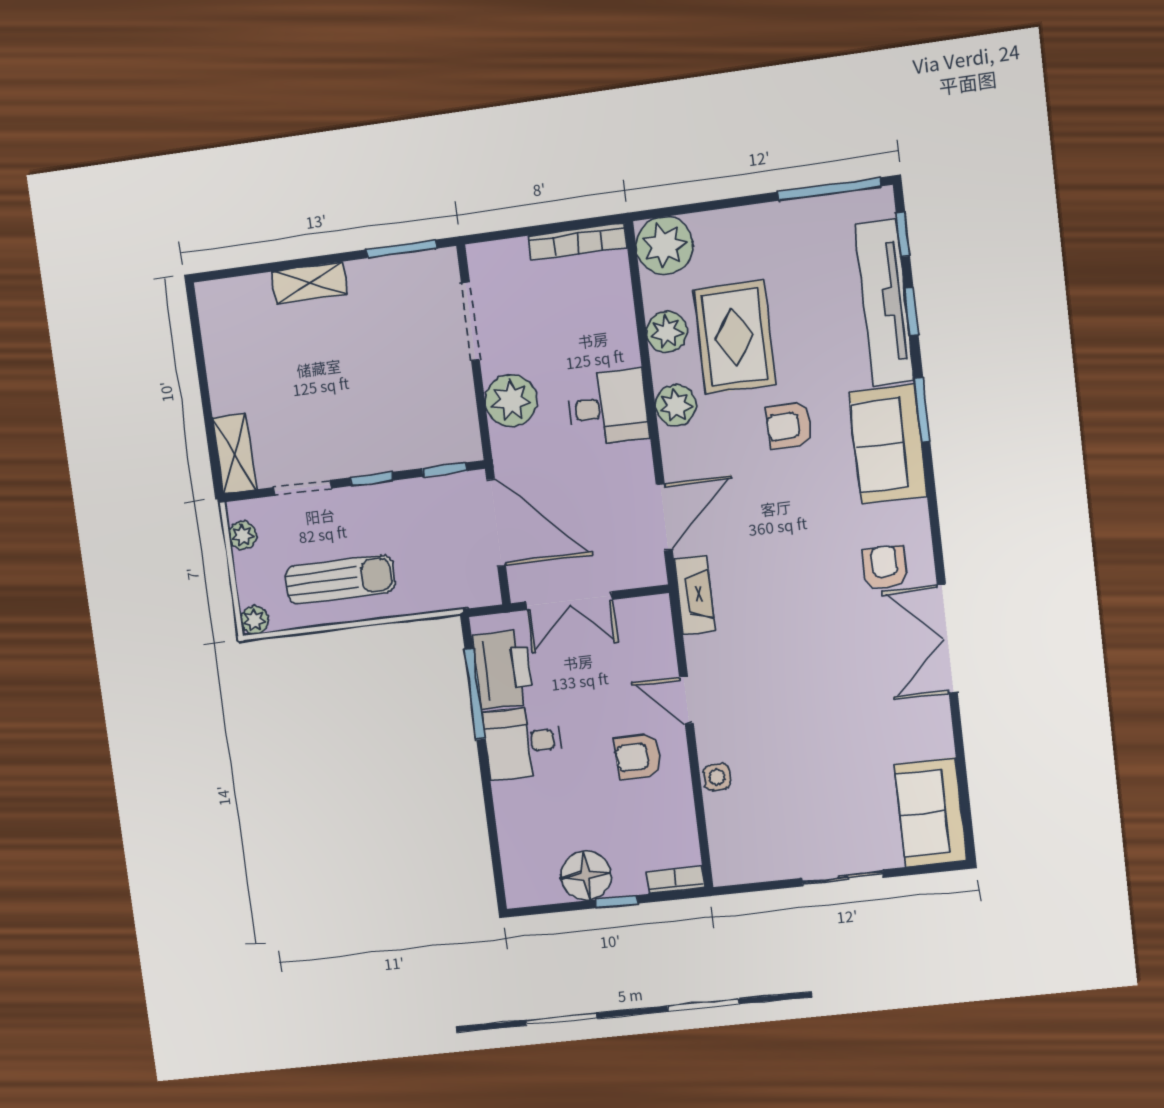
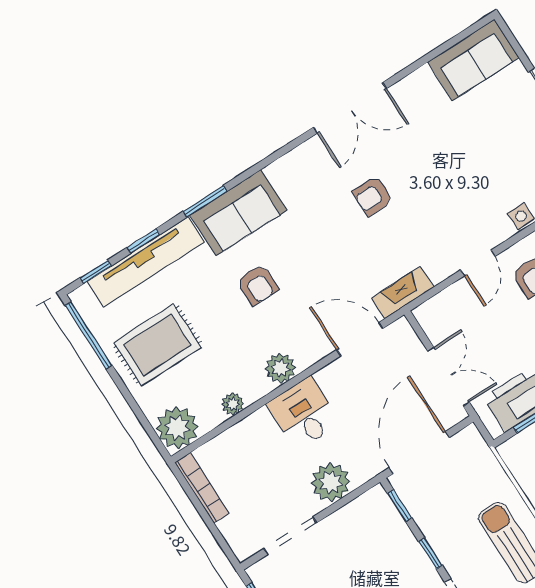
plant: (667, 332) -> (233, 404), width x0.73, depth x0.73
rug: (734, 337) -> (157, 345), moved
armchair: (885, 567) -> (373, 196), moved

